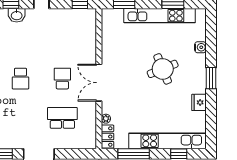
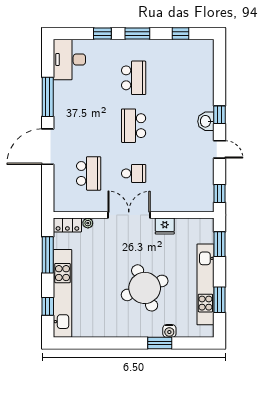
round table: (163, 69) -> (145, 288), width x1.36, depth x1.36
window: (211, 78) -> (160, 343), moved
school desk: (20, 79) -> (134, 126), width x1.85
fridge: (199, 102) -> (165, 226), moved, turned 180

